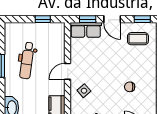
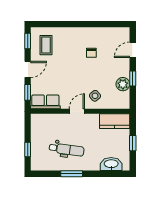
window: (43, 19) -> (28, 149), moved
row of seats: (86, 30) -> (45, 102), moved, turned -90
door: (68, 71) -> (77, 111), swing flipped

